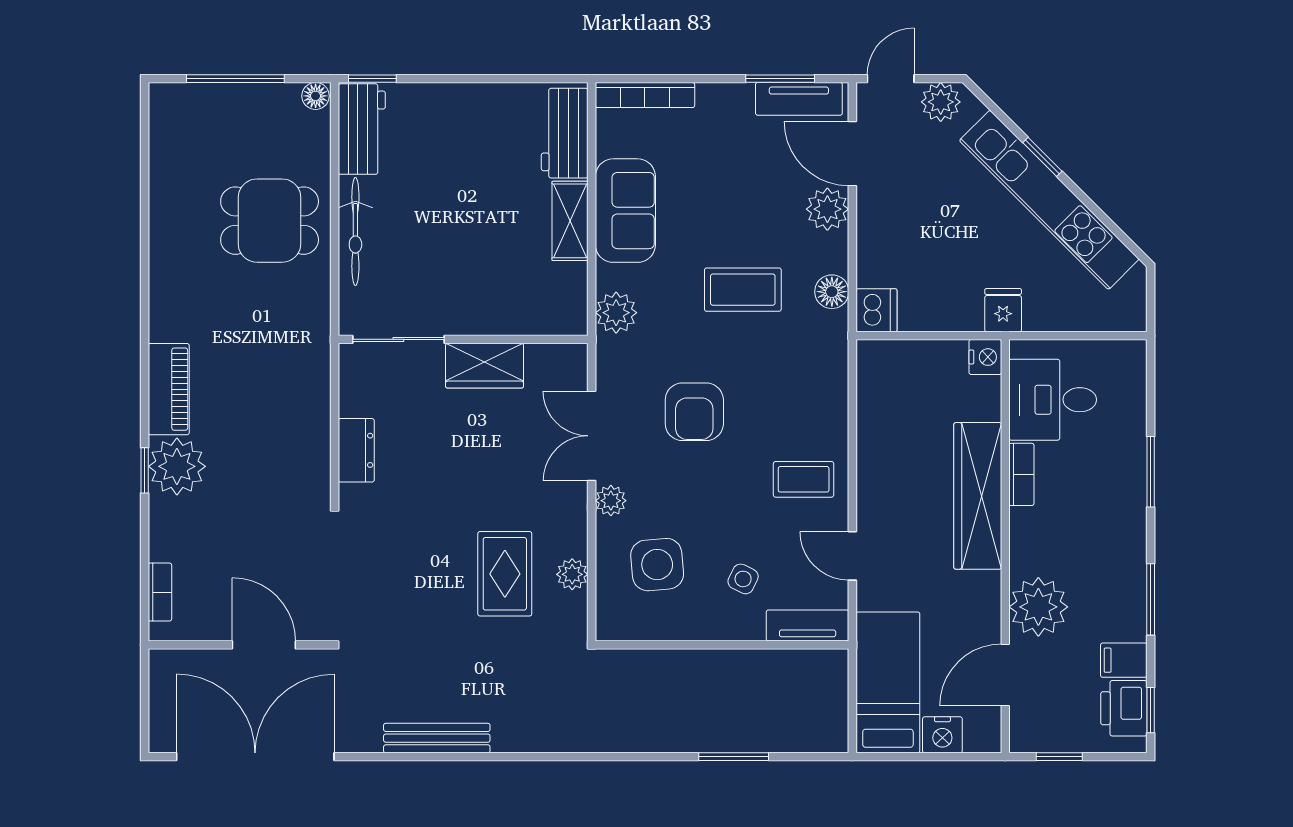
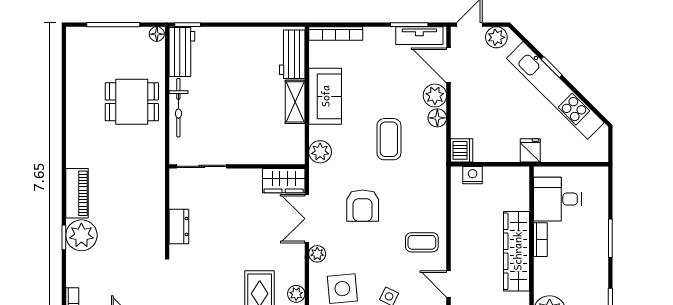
coffee table: (743, 290) -> (389, 139), turned 90
floor lamp: (832, 292) -> (437, 118), moved
nightstand: (985, 357) -> (473, 175), moved, turned -90
wardrobe: (485, 366) -> (284, 181), moved

